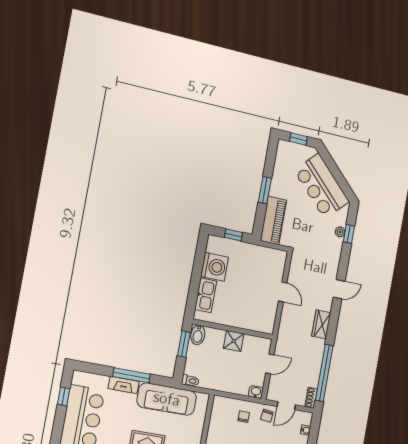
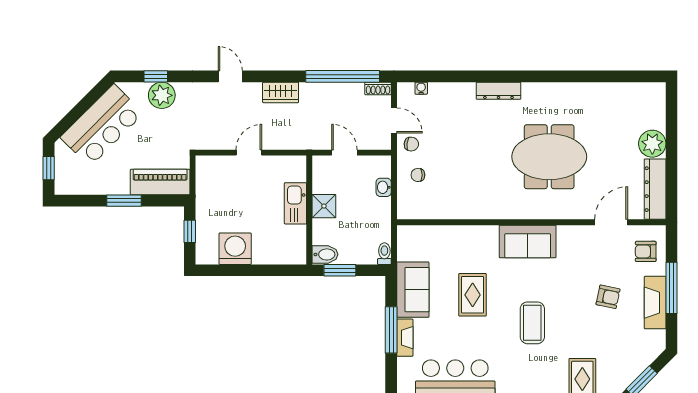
plant: (340, 232) -> (162, 95), width x1.88, depth x1.88
kitchen sink: (206, 295) -> (295, 203), moved, turned -90
washbasin: (256, 392) -> (384, 187), moved
sofa: (167, 399) -> (413, 290), width x0.73

